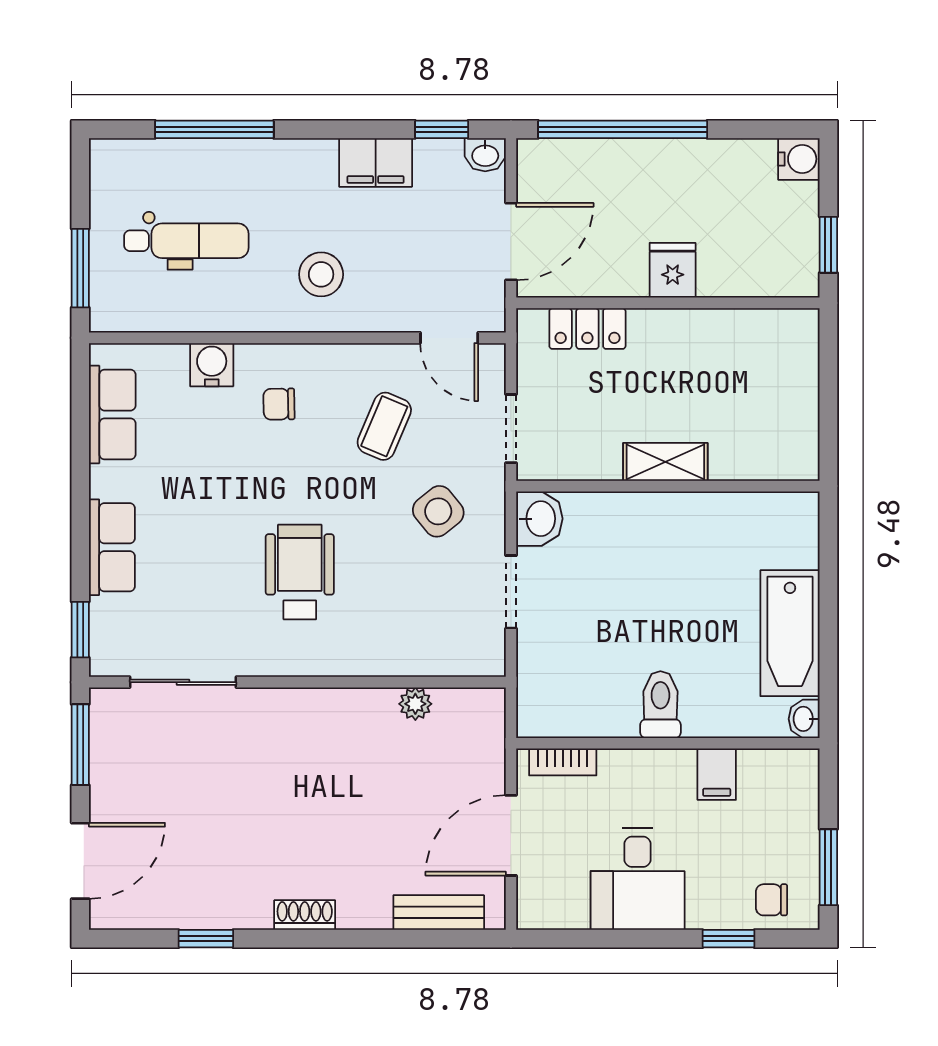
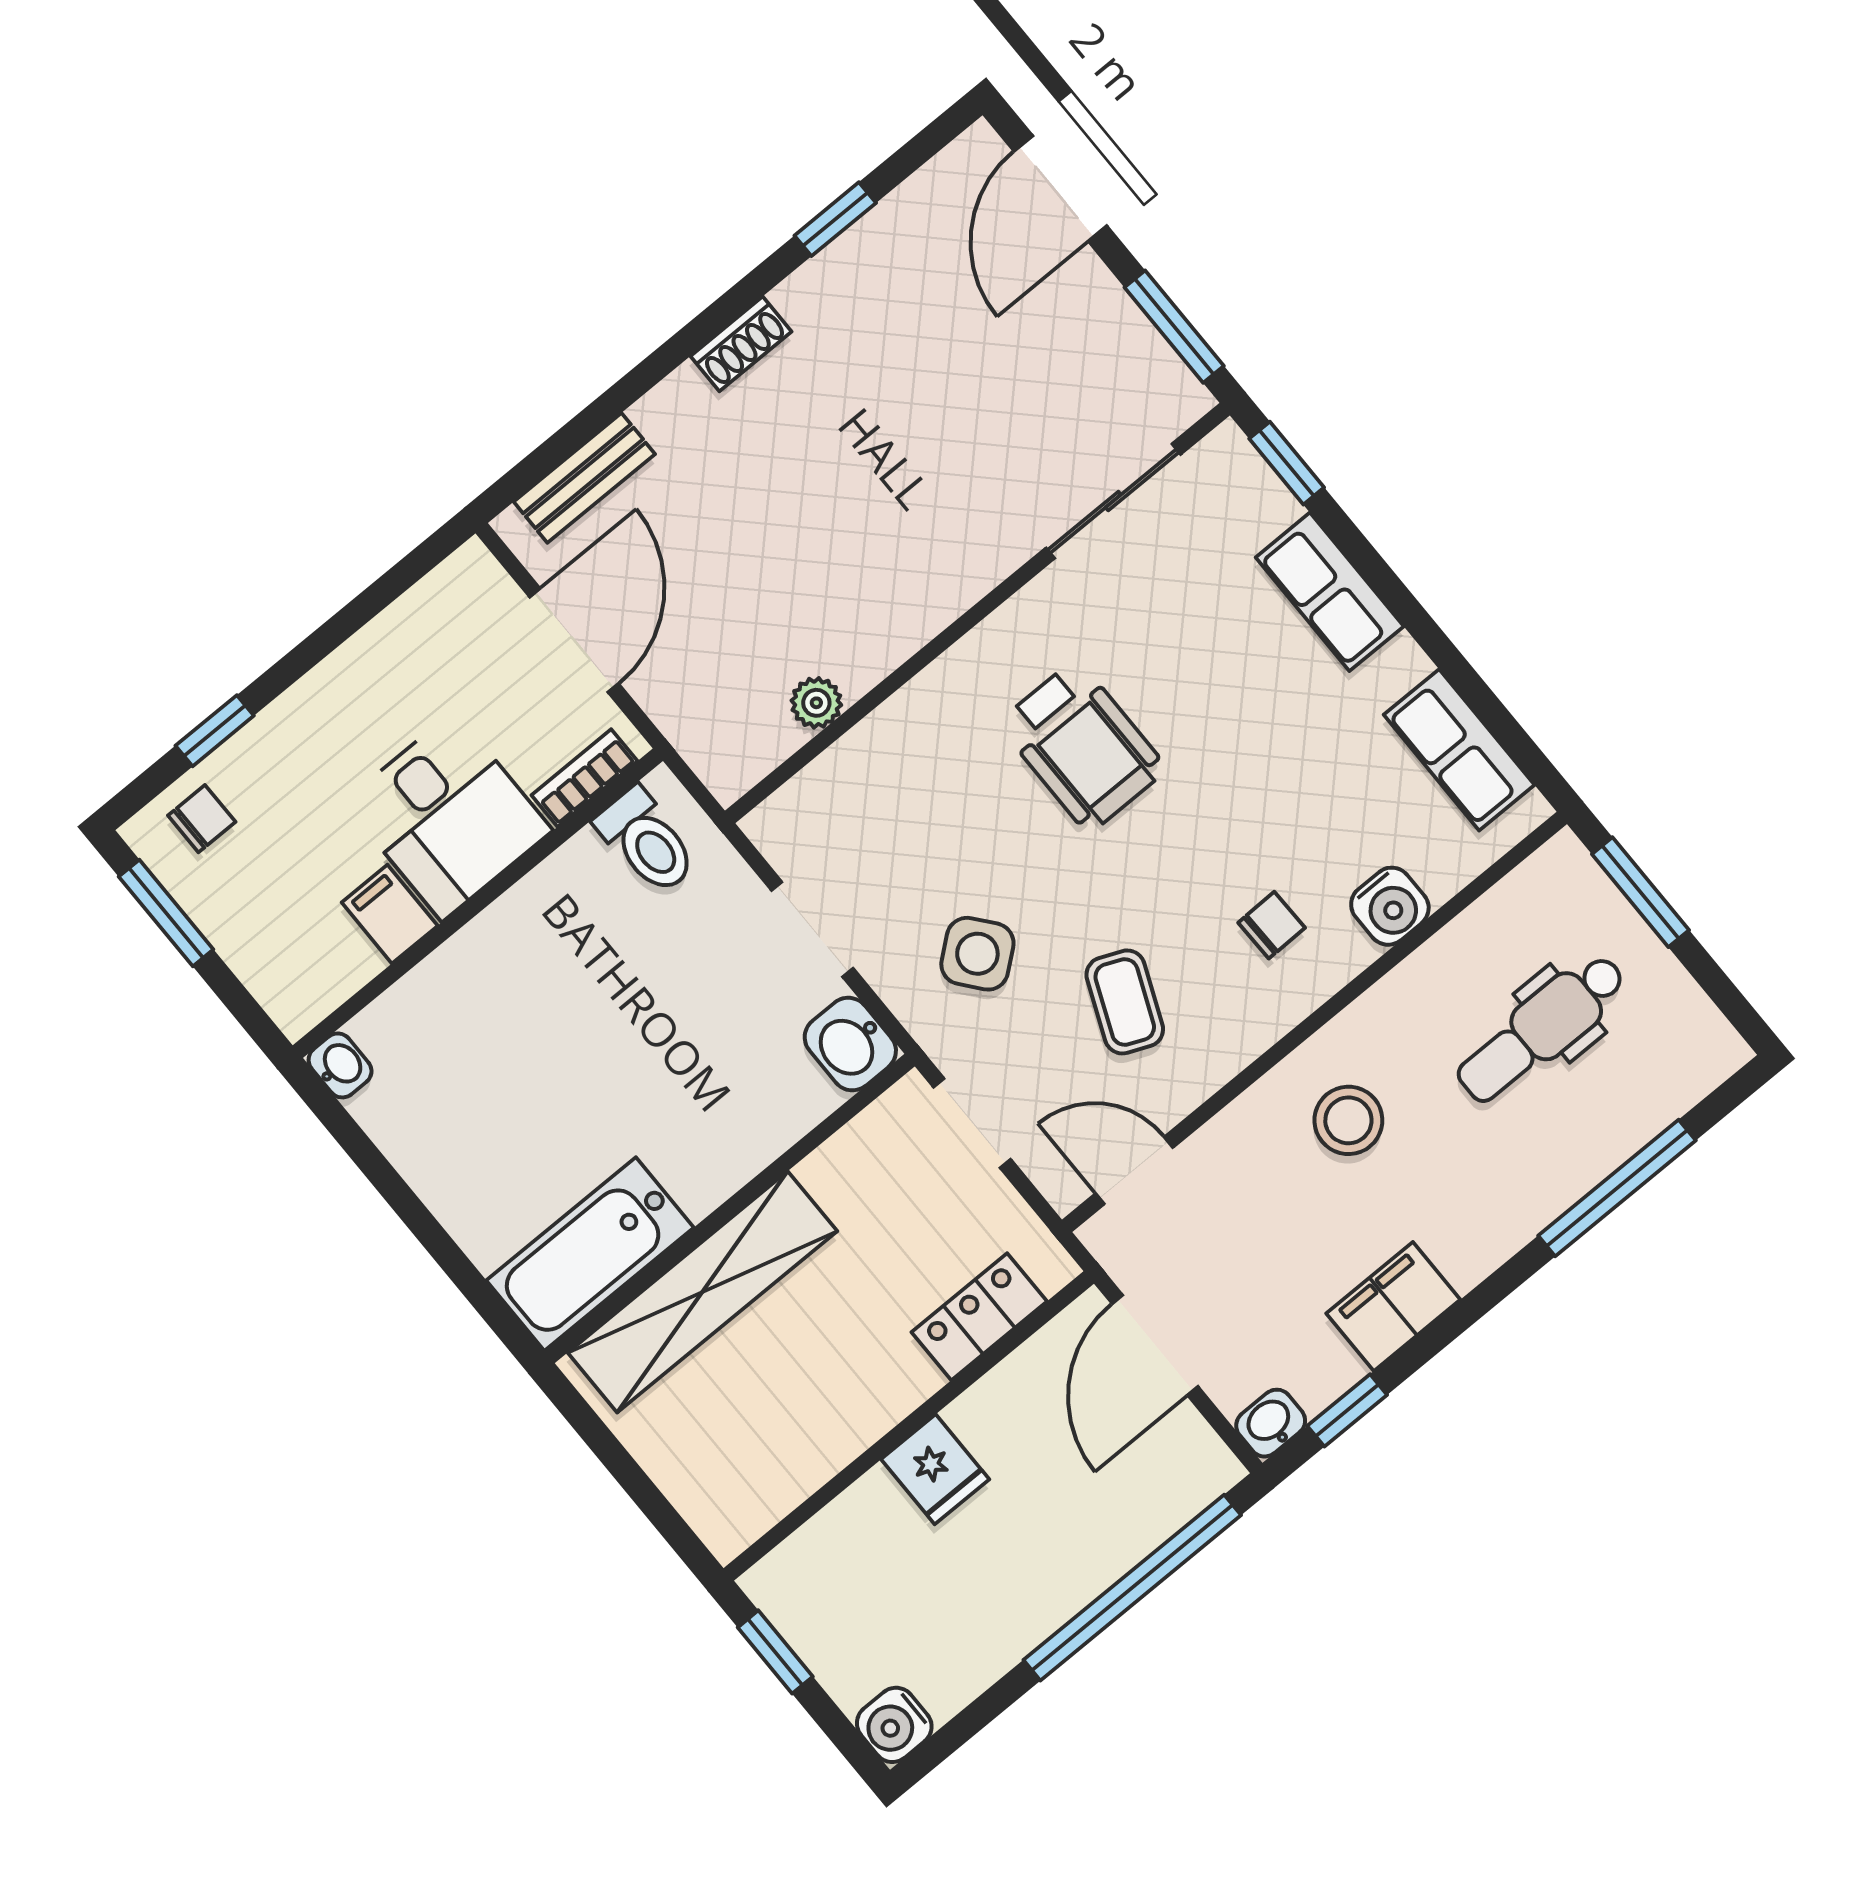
shelving: (665, 462) -> (702, 1292), width x2.20, depth x1.33
bathtub: (790, 633) -> (590, 1254), moved, turned -90
toilet: (660, 705) -> (647, 841), moved
desk: (638, 879) -> (448, 816), moved, turned 180

